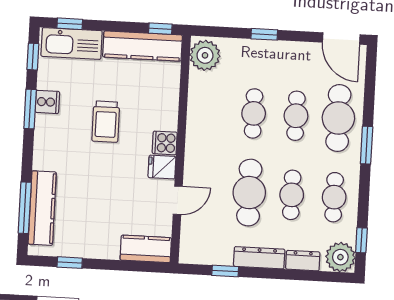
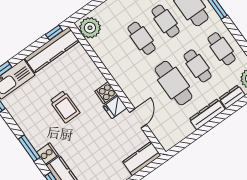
cooker: (47, 102) -> (47, 153), moved
window: (30, 109) -> (29, 148), moved
window: (225, 271) -> (194, 136), removed

